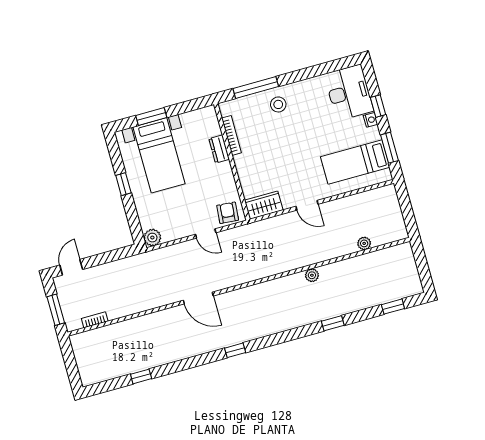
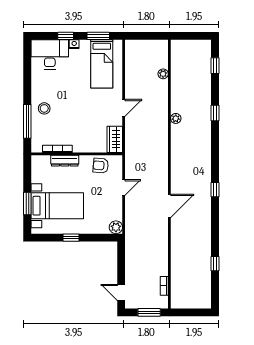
dresser: (219, 149) -> (65, 161), width x1.44
armchair: (228, 213) -> (101, 166), moved

